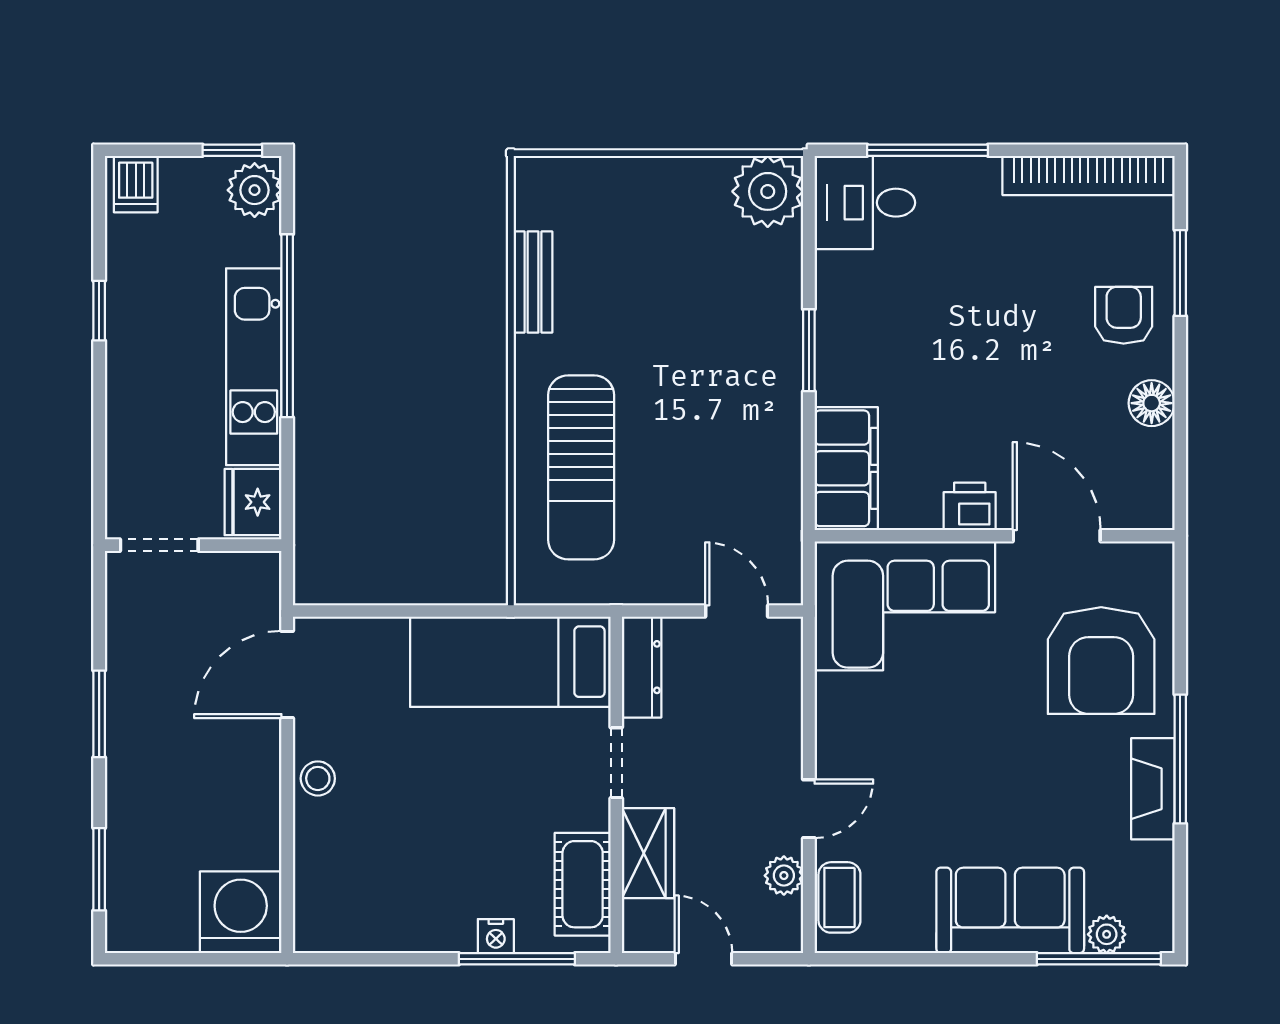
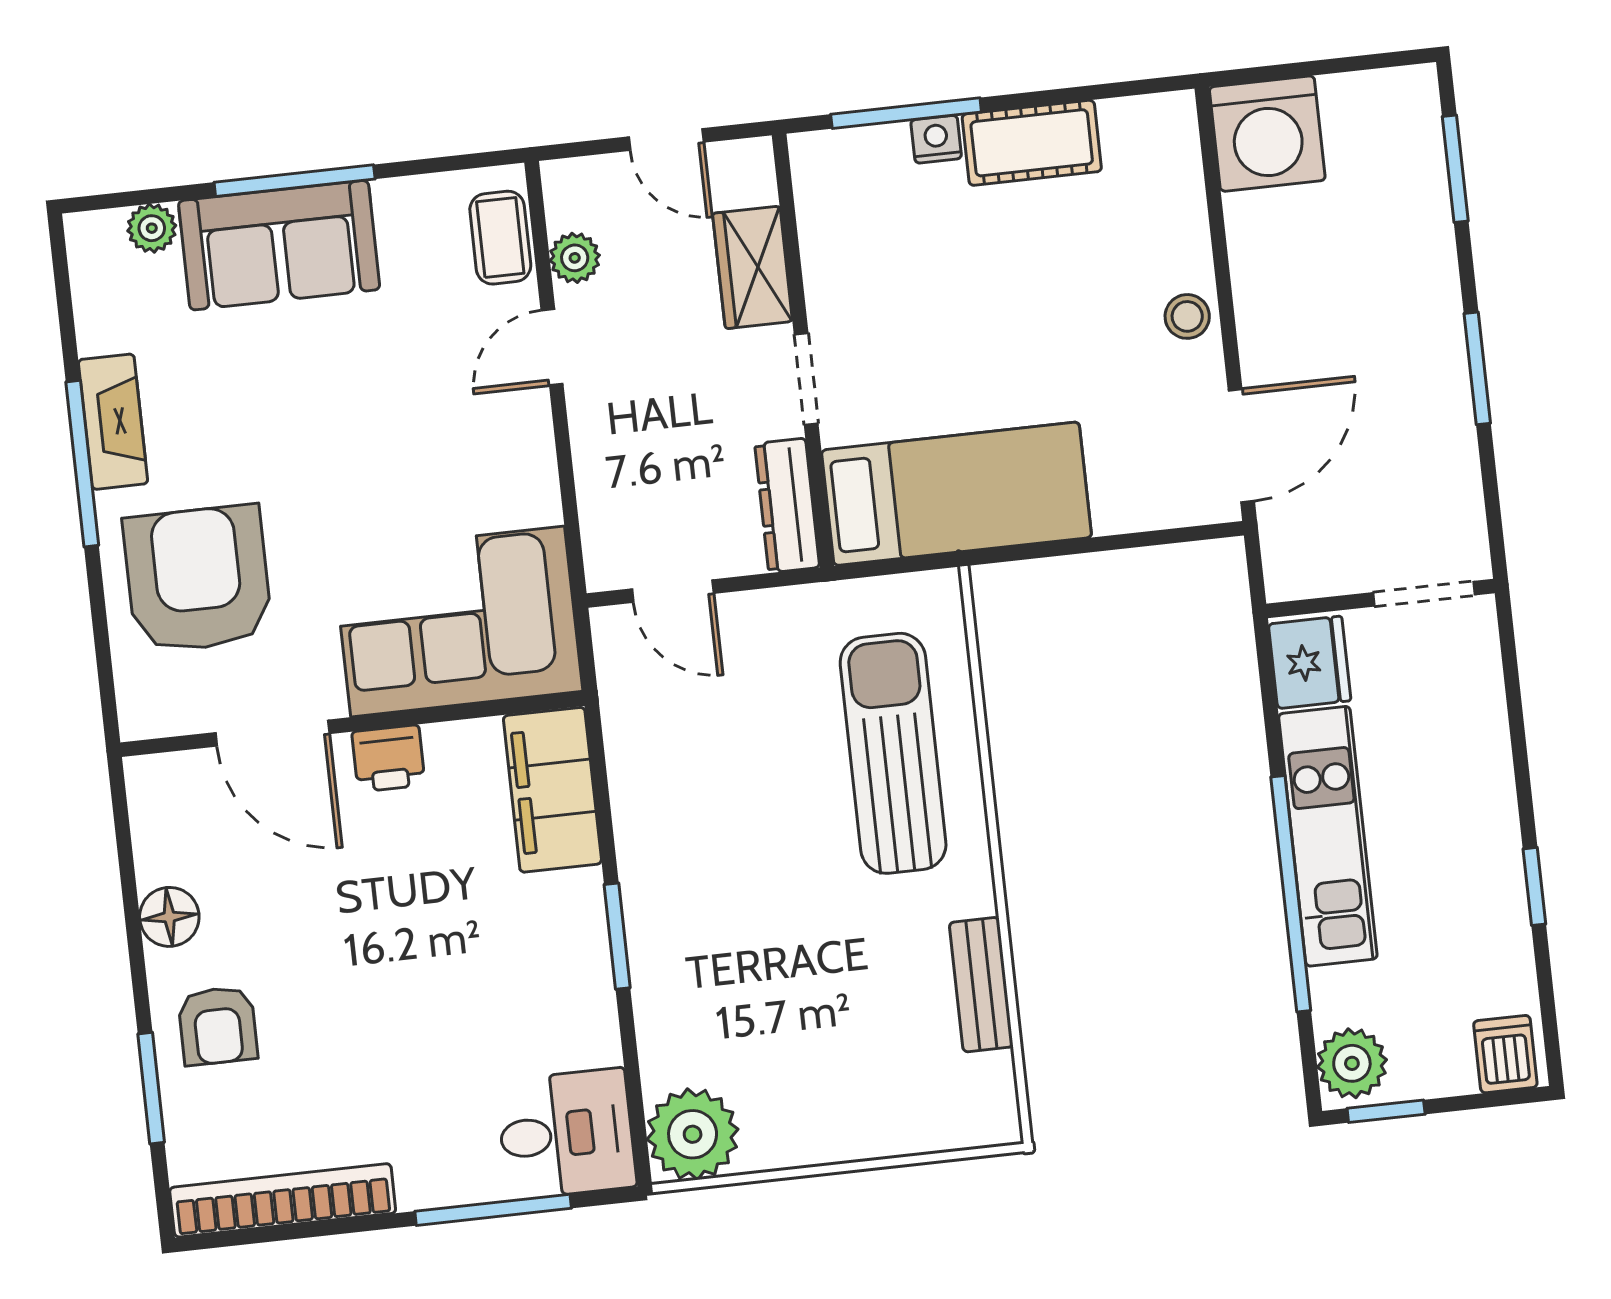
cot: (583, 884) -> (1032, 143), moved, turned 90
window: (1099, 959) -> (295, 181), moved

